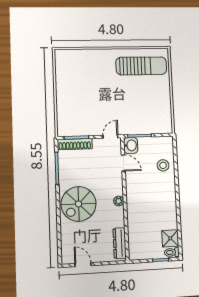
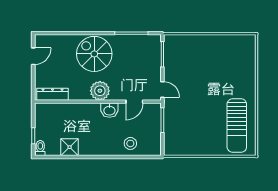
shoe rack: (75, 144) -> (156, 52), removed
washbasin: (131, 145) -> (109, 110), moved
plant: (119, 201) -> (100, 91), width x1.87, depth x1.87
shower: (170, 238) -> (70, 147), moved

